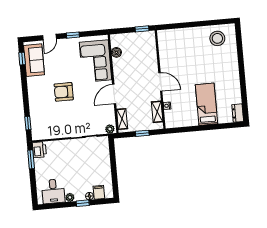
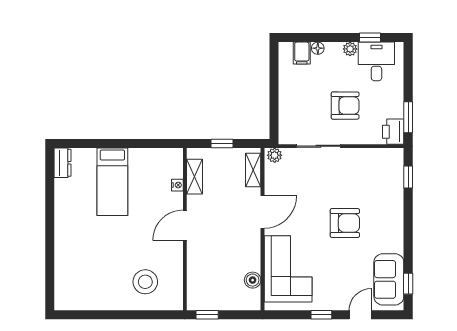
stool: (217, 38) -> (145, 282), moved
door: (160, 82) -> (185, 225), hinge flipped
armchair: (70, 163) -> (345, 106), added
window: (83, 203) -> (370, 38), moved

